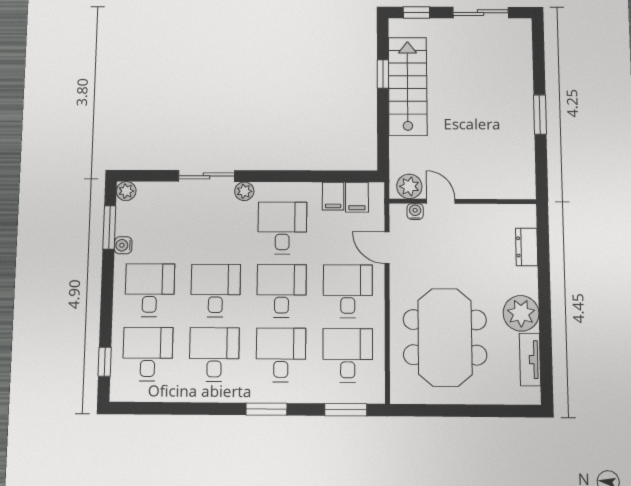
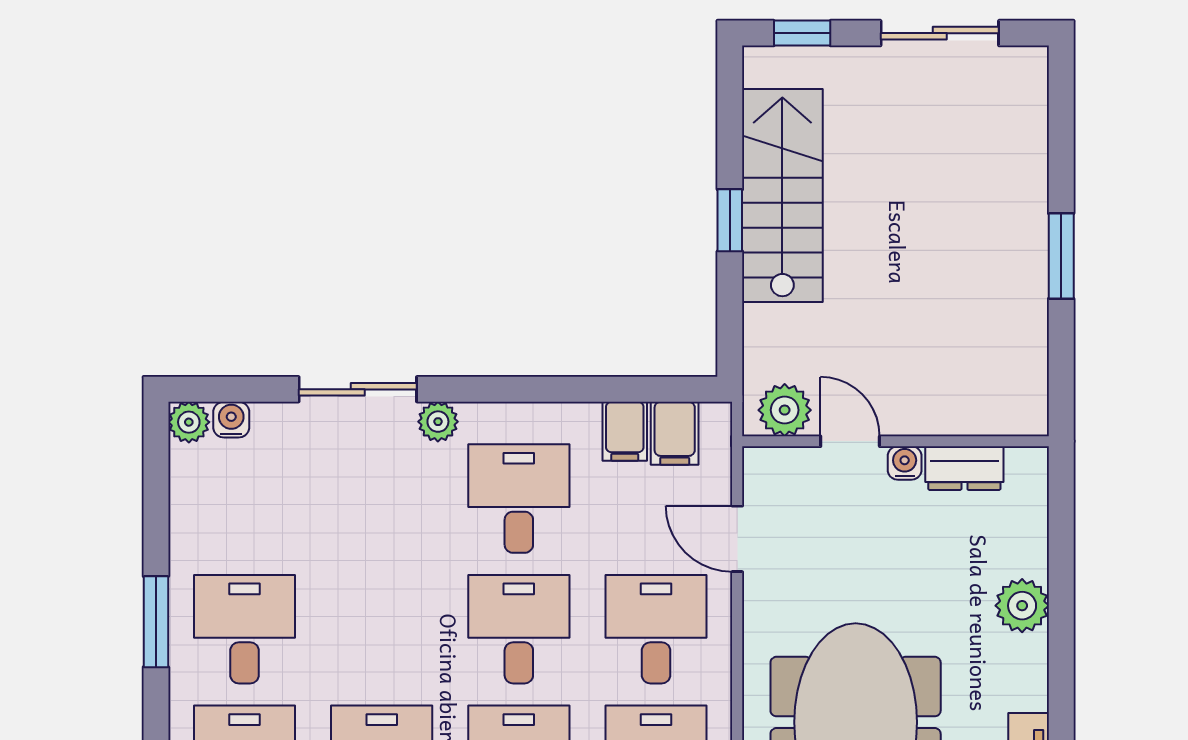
window: (383, 74) -> (730, 220), moved
water cooler: (415, 212) -> (905, 463), moved
window: (109, 228) -> (156, 622), moved
water cooler: (123, 245) -> (231, 420), moved, turned 90
dresser: (527, 247) -> (964, 468), moved, turned -90
desk: (216, 290) -> (382, 629), removed
plant: (521, 313) -> (1022, 606), moved, width x0.73, depth x0.73

